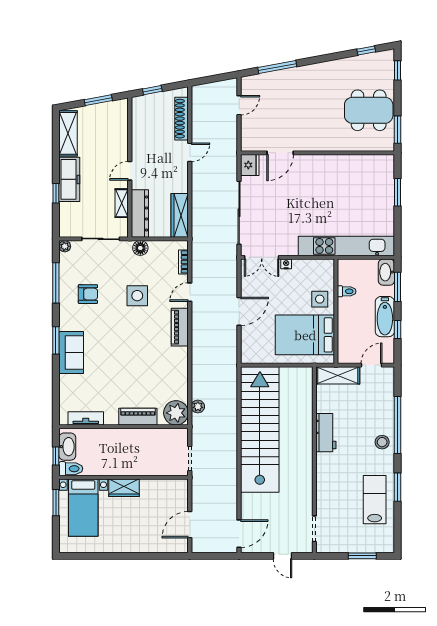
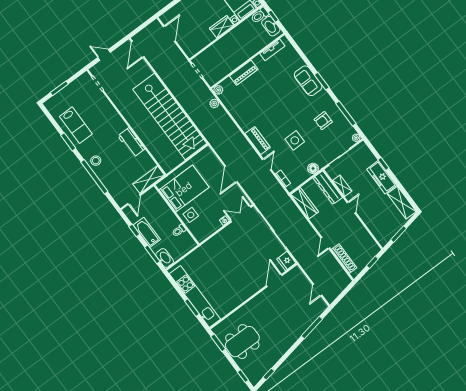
kitchen unit: (346, 246) -> (195, 296), moved, turned -90
plant: (176, 413) -> (218, 90), width x0.53, depth x0.53

